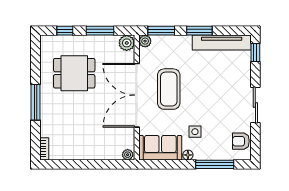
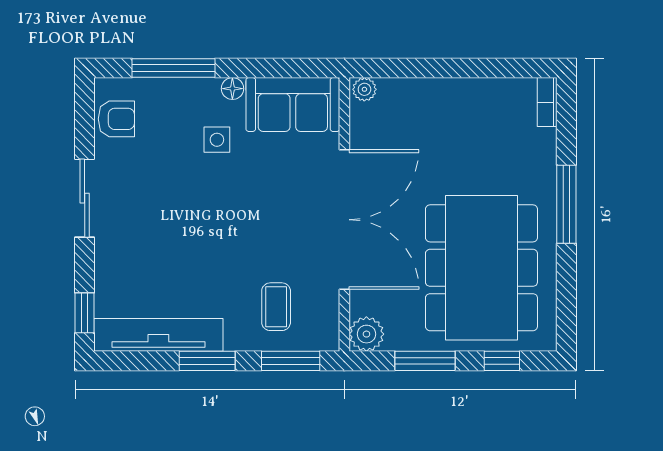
plant: (145, 41) -> (326, 338), removed
dining table: (74, 73) -> (481, 268), width x1.88, depth x1.24
coffee table: (169, 89) -> (276, 307), moved, width x0.54, depth x0.58

